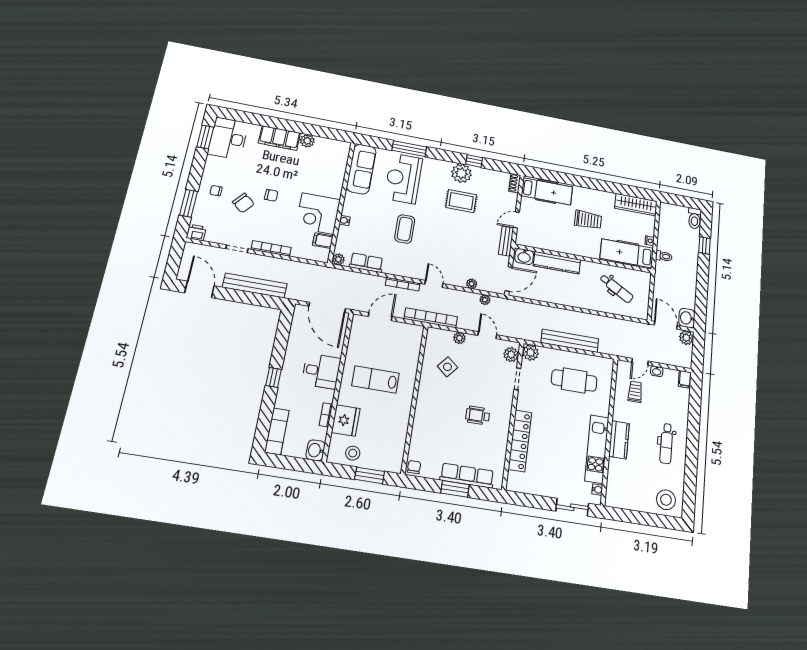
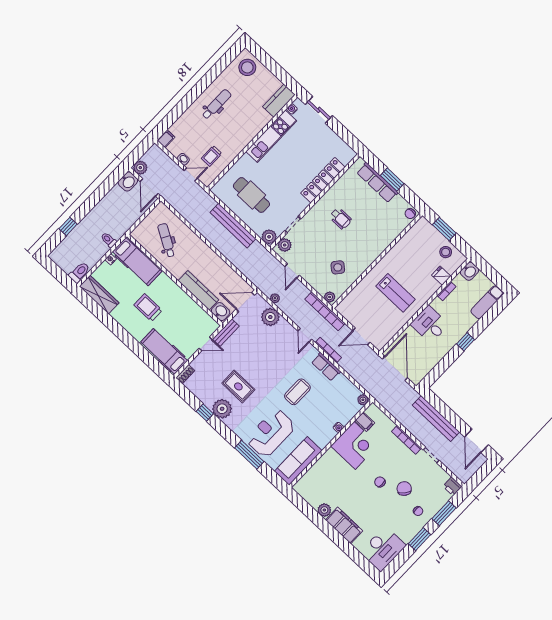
window: (205, 137) -> (419, 539), moved
reception desk: (403, 178) -> (271, 433), turned 180
toilet: (695, 218) -> (79, 272), moved
row of seats: (366, 263) -> (326, 367), moved
plant: (472, 284) -> (270, 317), width x1.88, depth x1.88
plant: (459, 338) -> (330, 297), moved
fridge: (346, 420) -> (441, 276), width x0.53, depth x0.75
kitchen counter: (619, 440) -> (279, 101), moved

